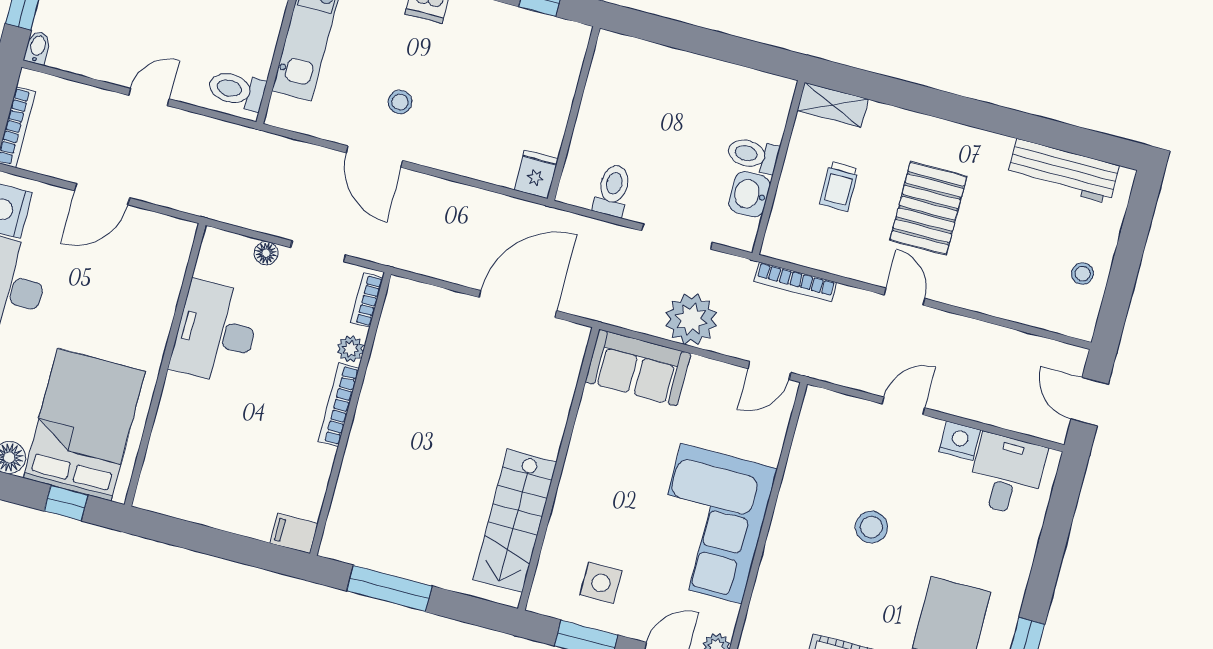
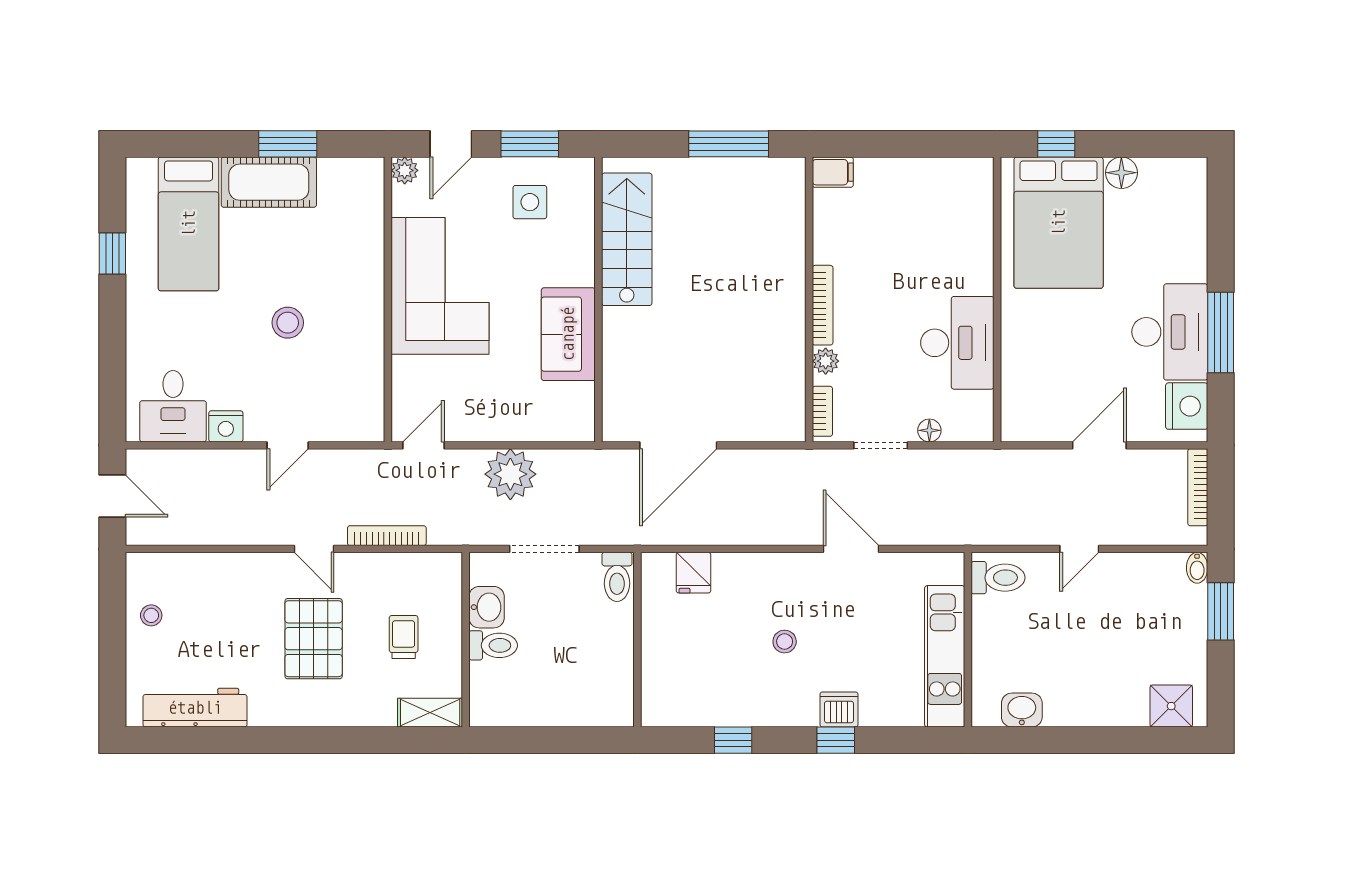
stool: (400, 102) -> (785, 642), moved
wall: (574, 113) -> (637, 640), moved
bookcase: (795, 282) -> (387, 536), moved
sofa: (638, 368) -> (568, 334), moved, turned -90

